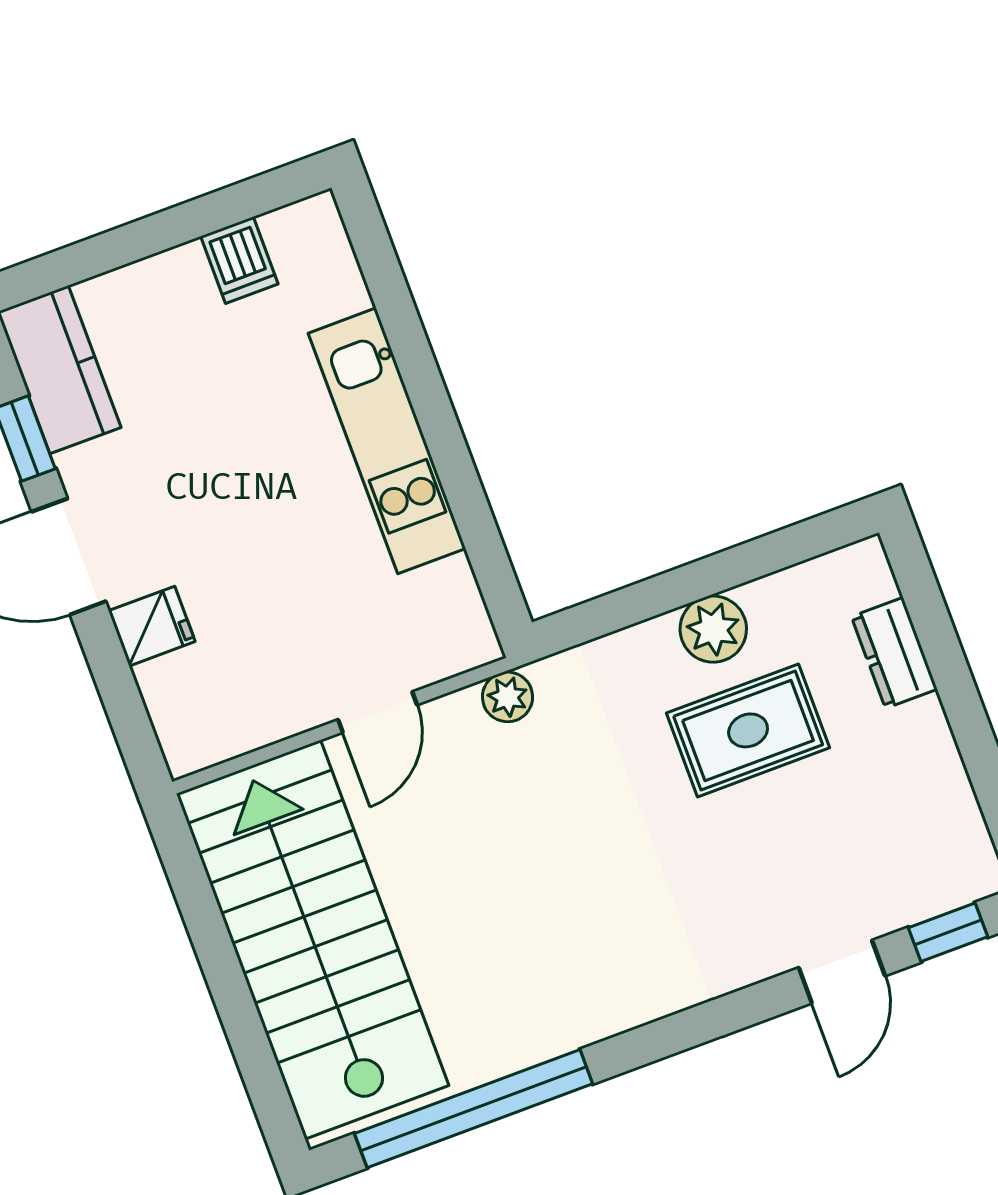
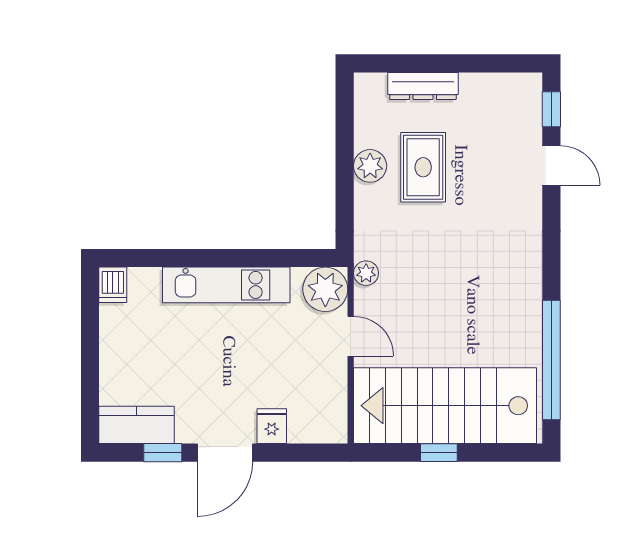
dishwasher: (239, 260) -> (113, 285), moved, turned 90
plant: (448, 631) -> (325, 289), added
dresser: (894, 653) -> (423, 86), width x1.44
window: (219, 961) -> (439, 453), added

